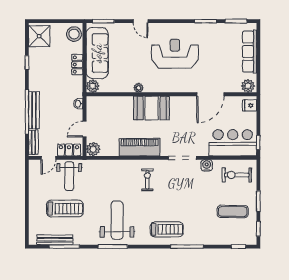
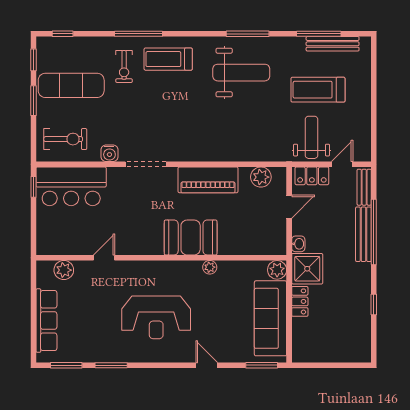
stool: (74, 34) -> (304, 346), removed
shower: (39, 36) -> (307, 269), moved
plant: (248, 86) -> (64, 270), moved
door: (210, 94) -> (104, 258), width x0.53
fridge: (250, 105) -> (46, 241), removed
plant: (93, 149) -> (261, 177), moved
exercise bike: (147, 180) -> (124, 67), moved
exercise mat: (233, 211) -> (71, 85), width x1.36, depth x1.45
weight bench: (117, 220) -> (241, 73), turned -90

